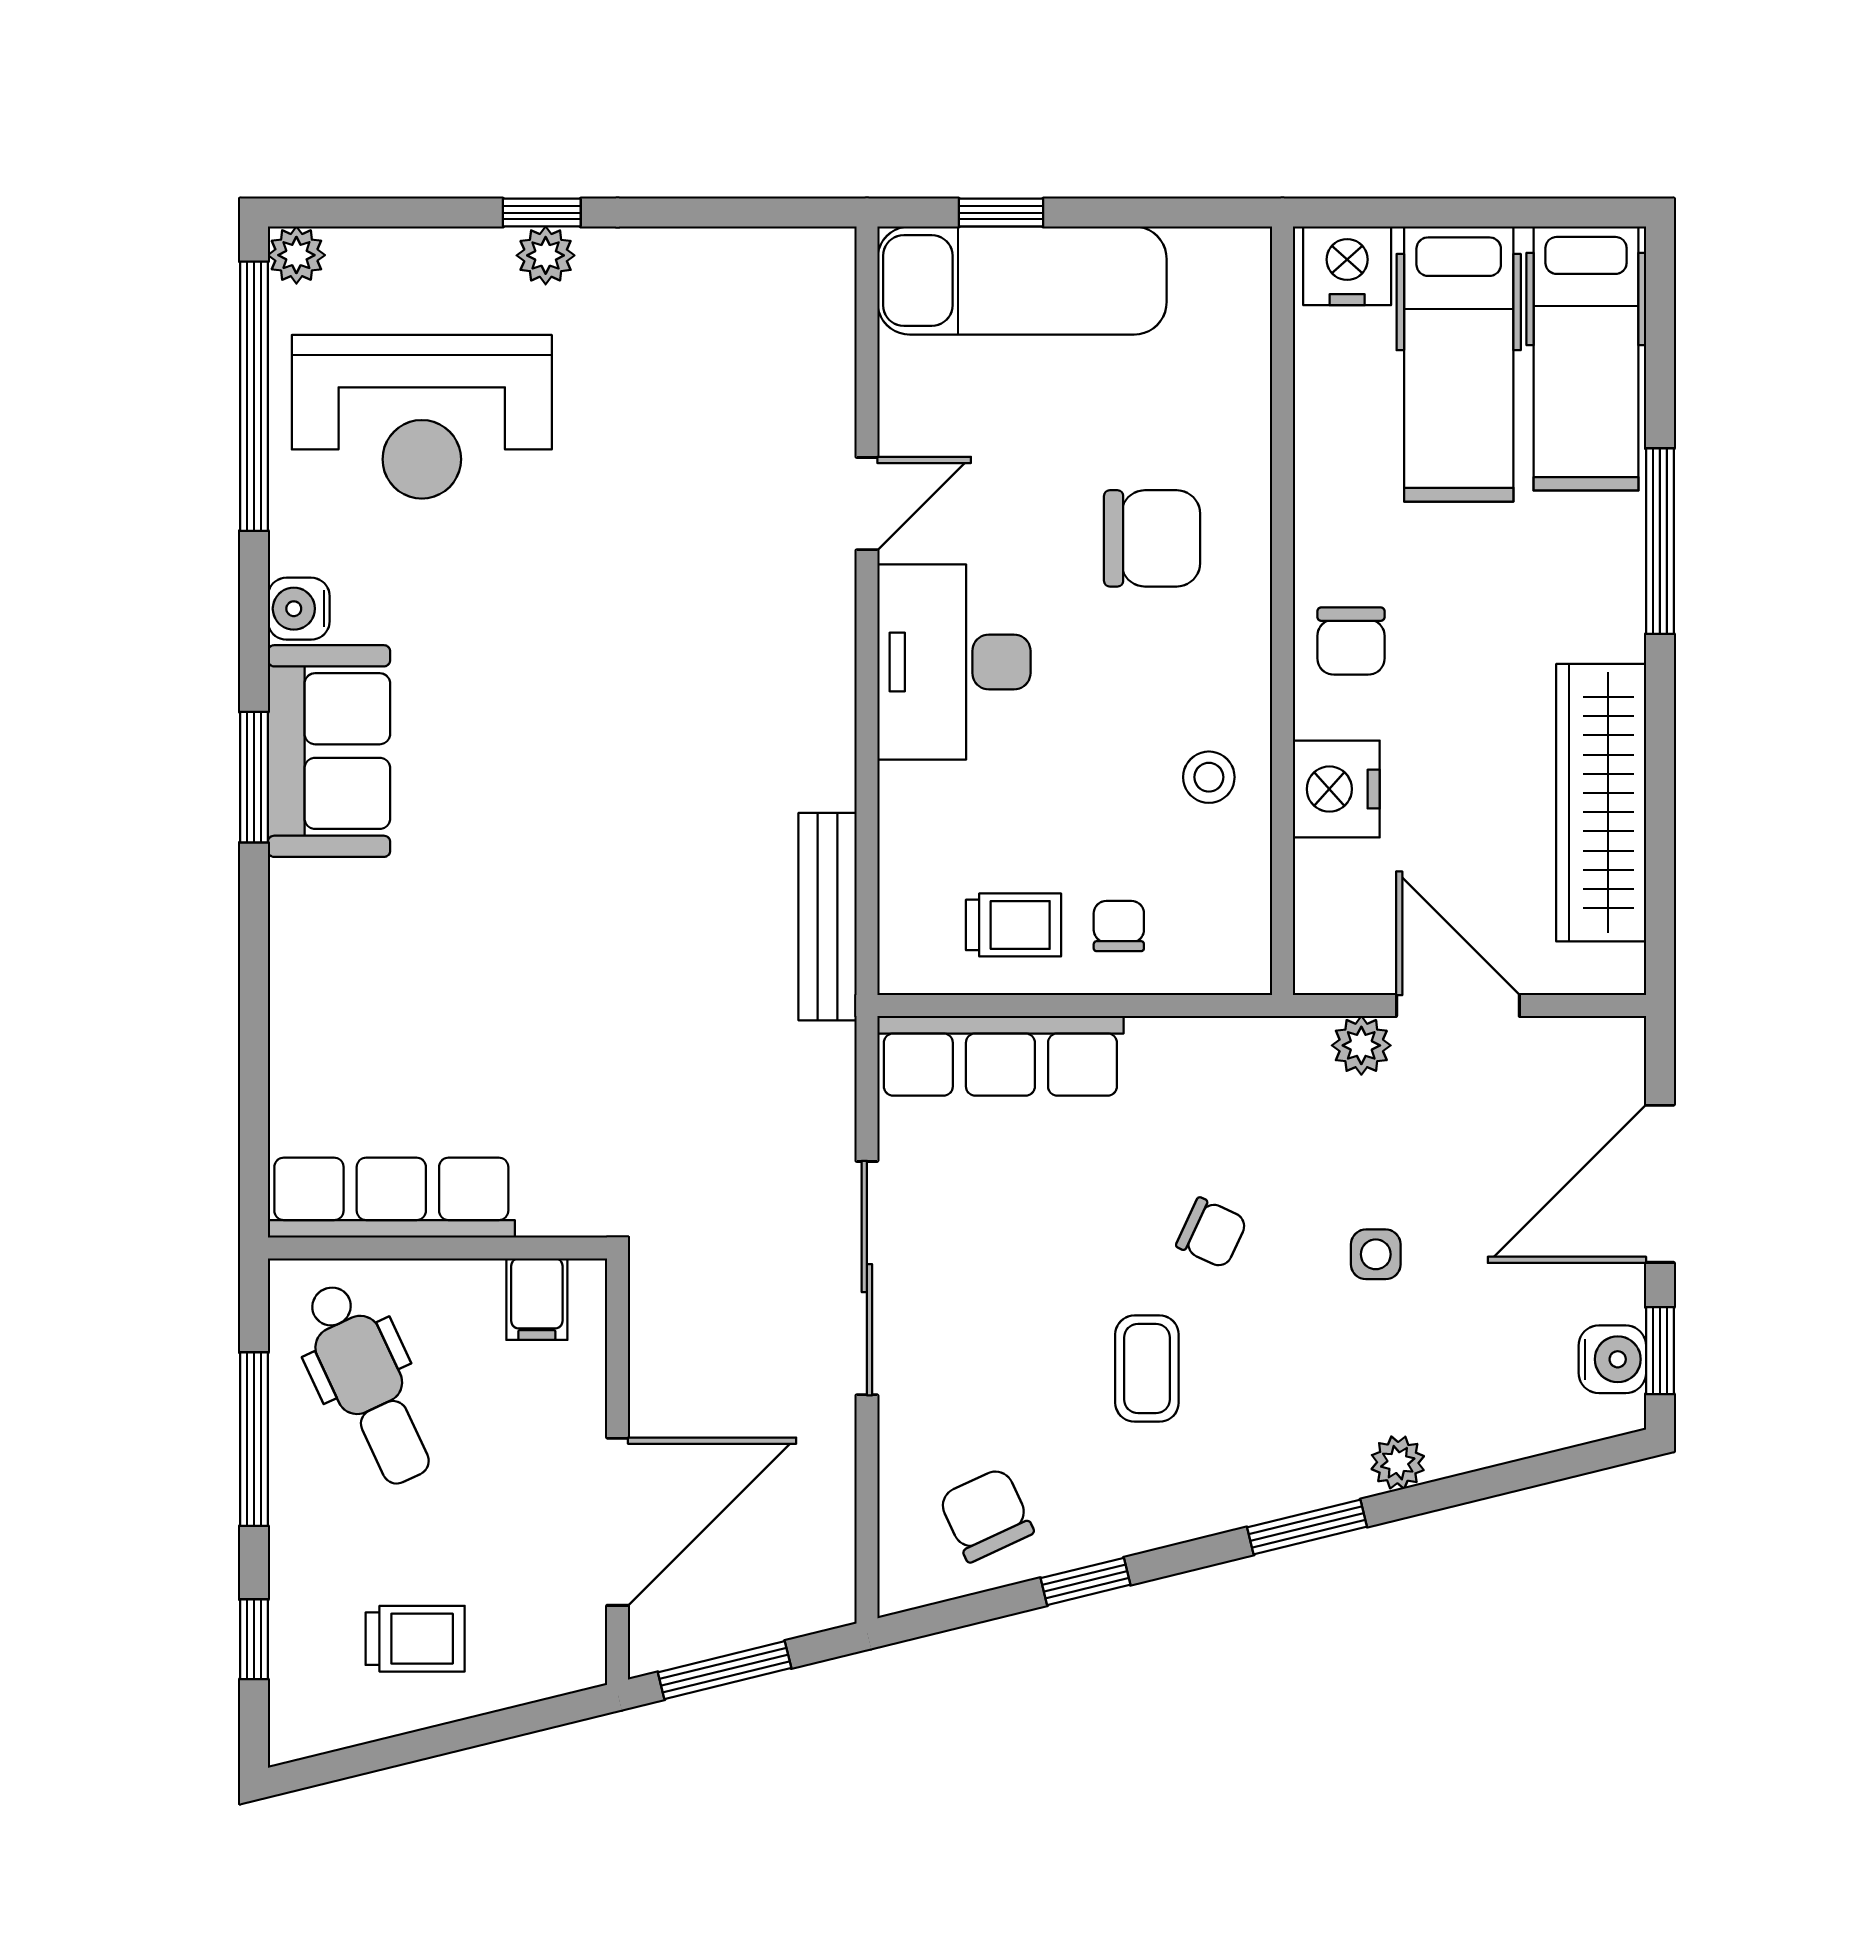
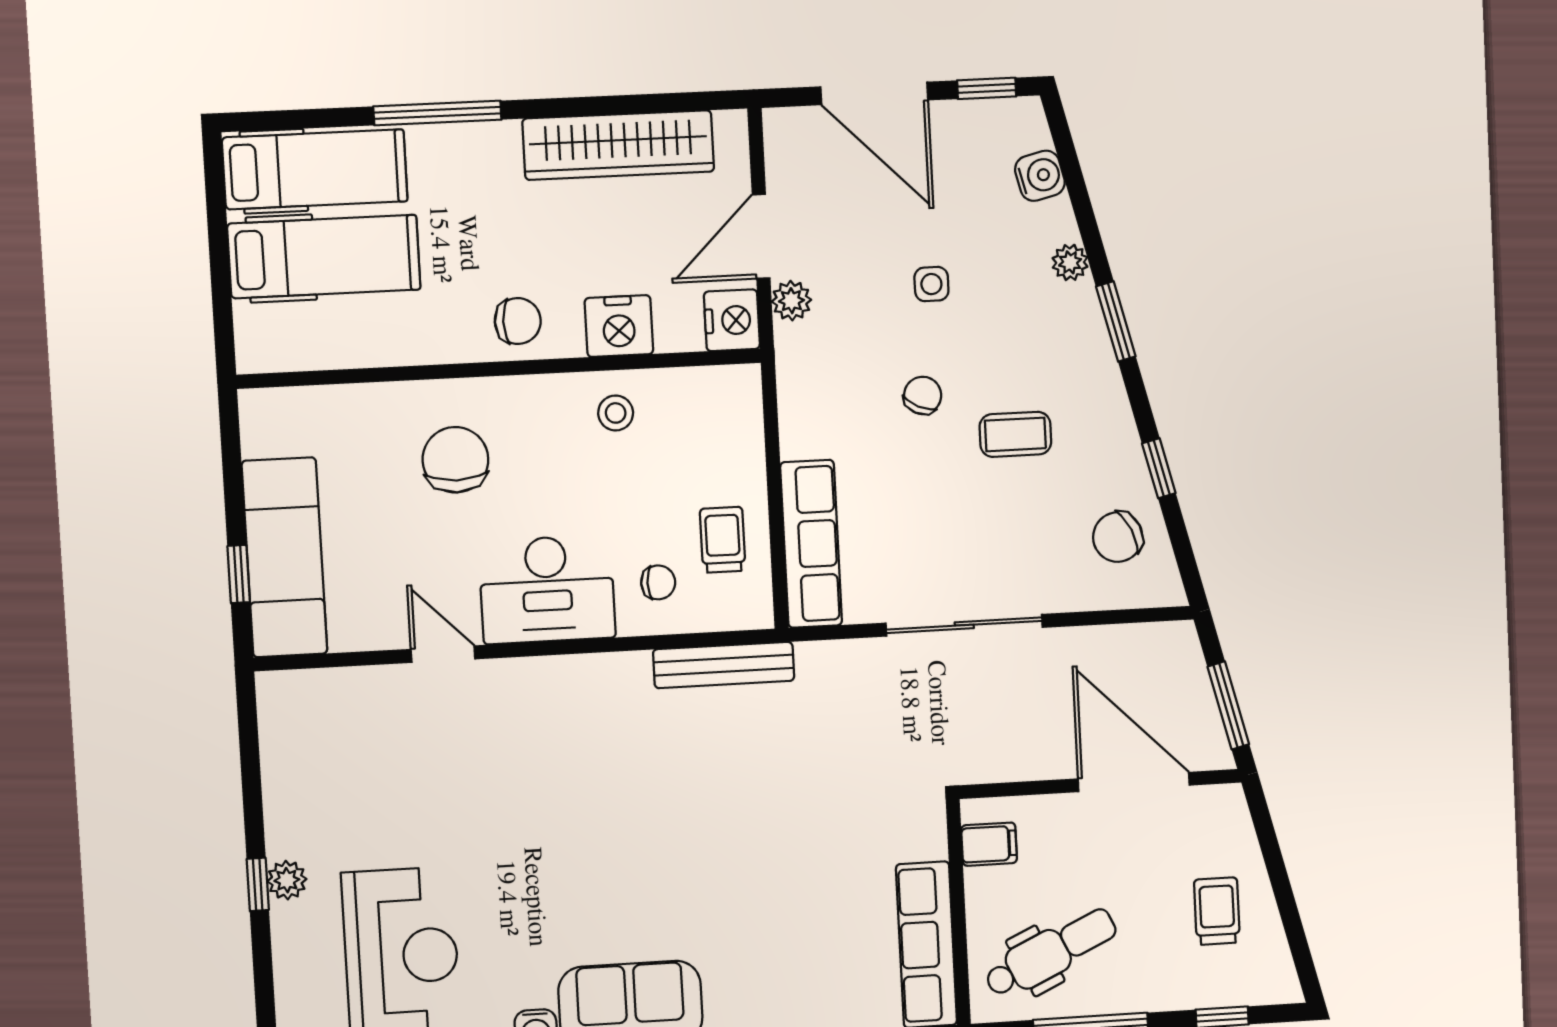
nightstand: (1347, 266) -> (732, 320), moved, turned 180
chair: (1119, 926) -> (658, 582), moved, turned 180
water cooler: (1612, 1359) -> (1040, 176), moved, turned 76

